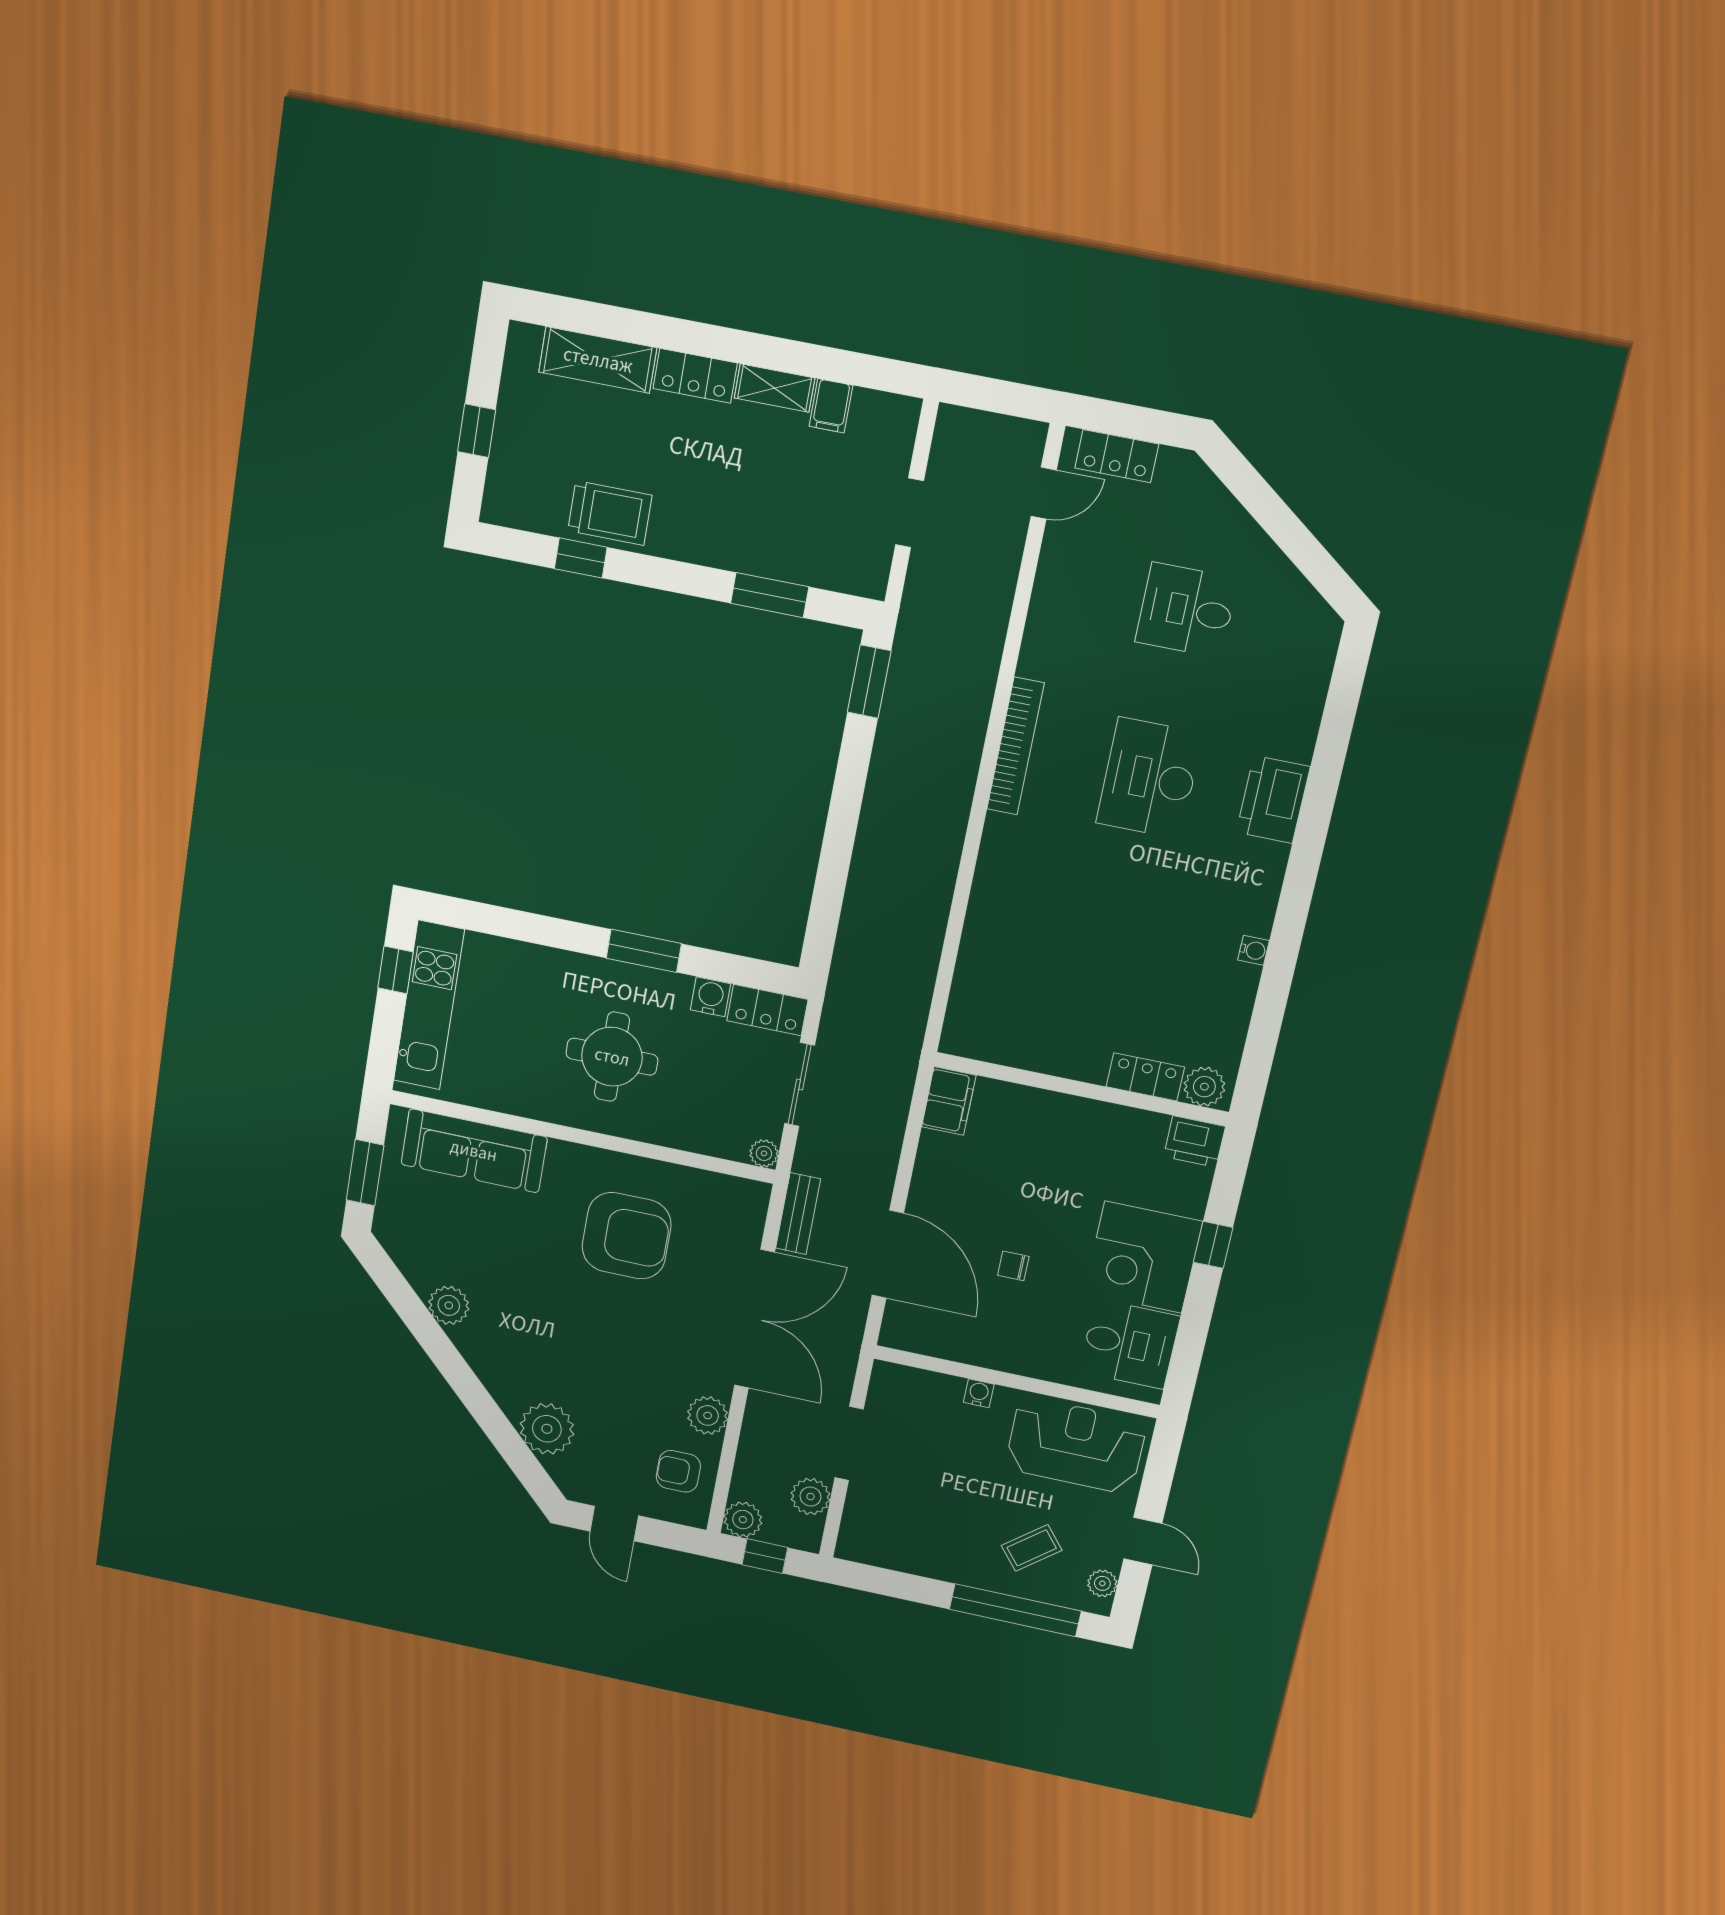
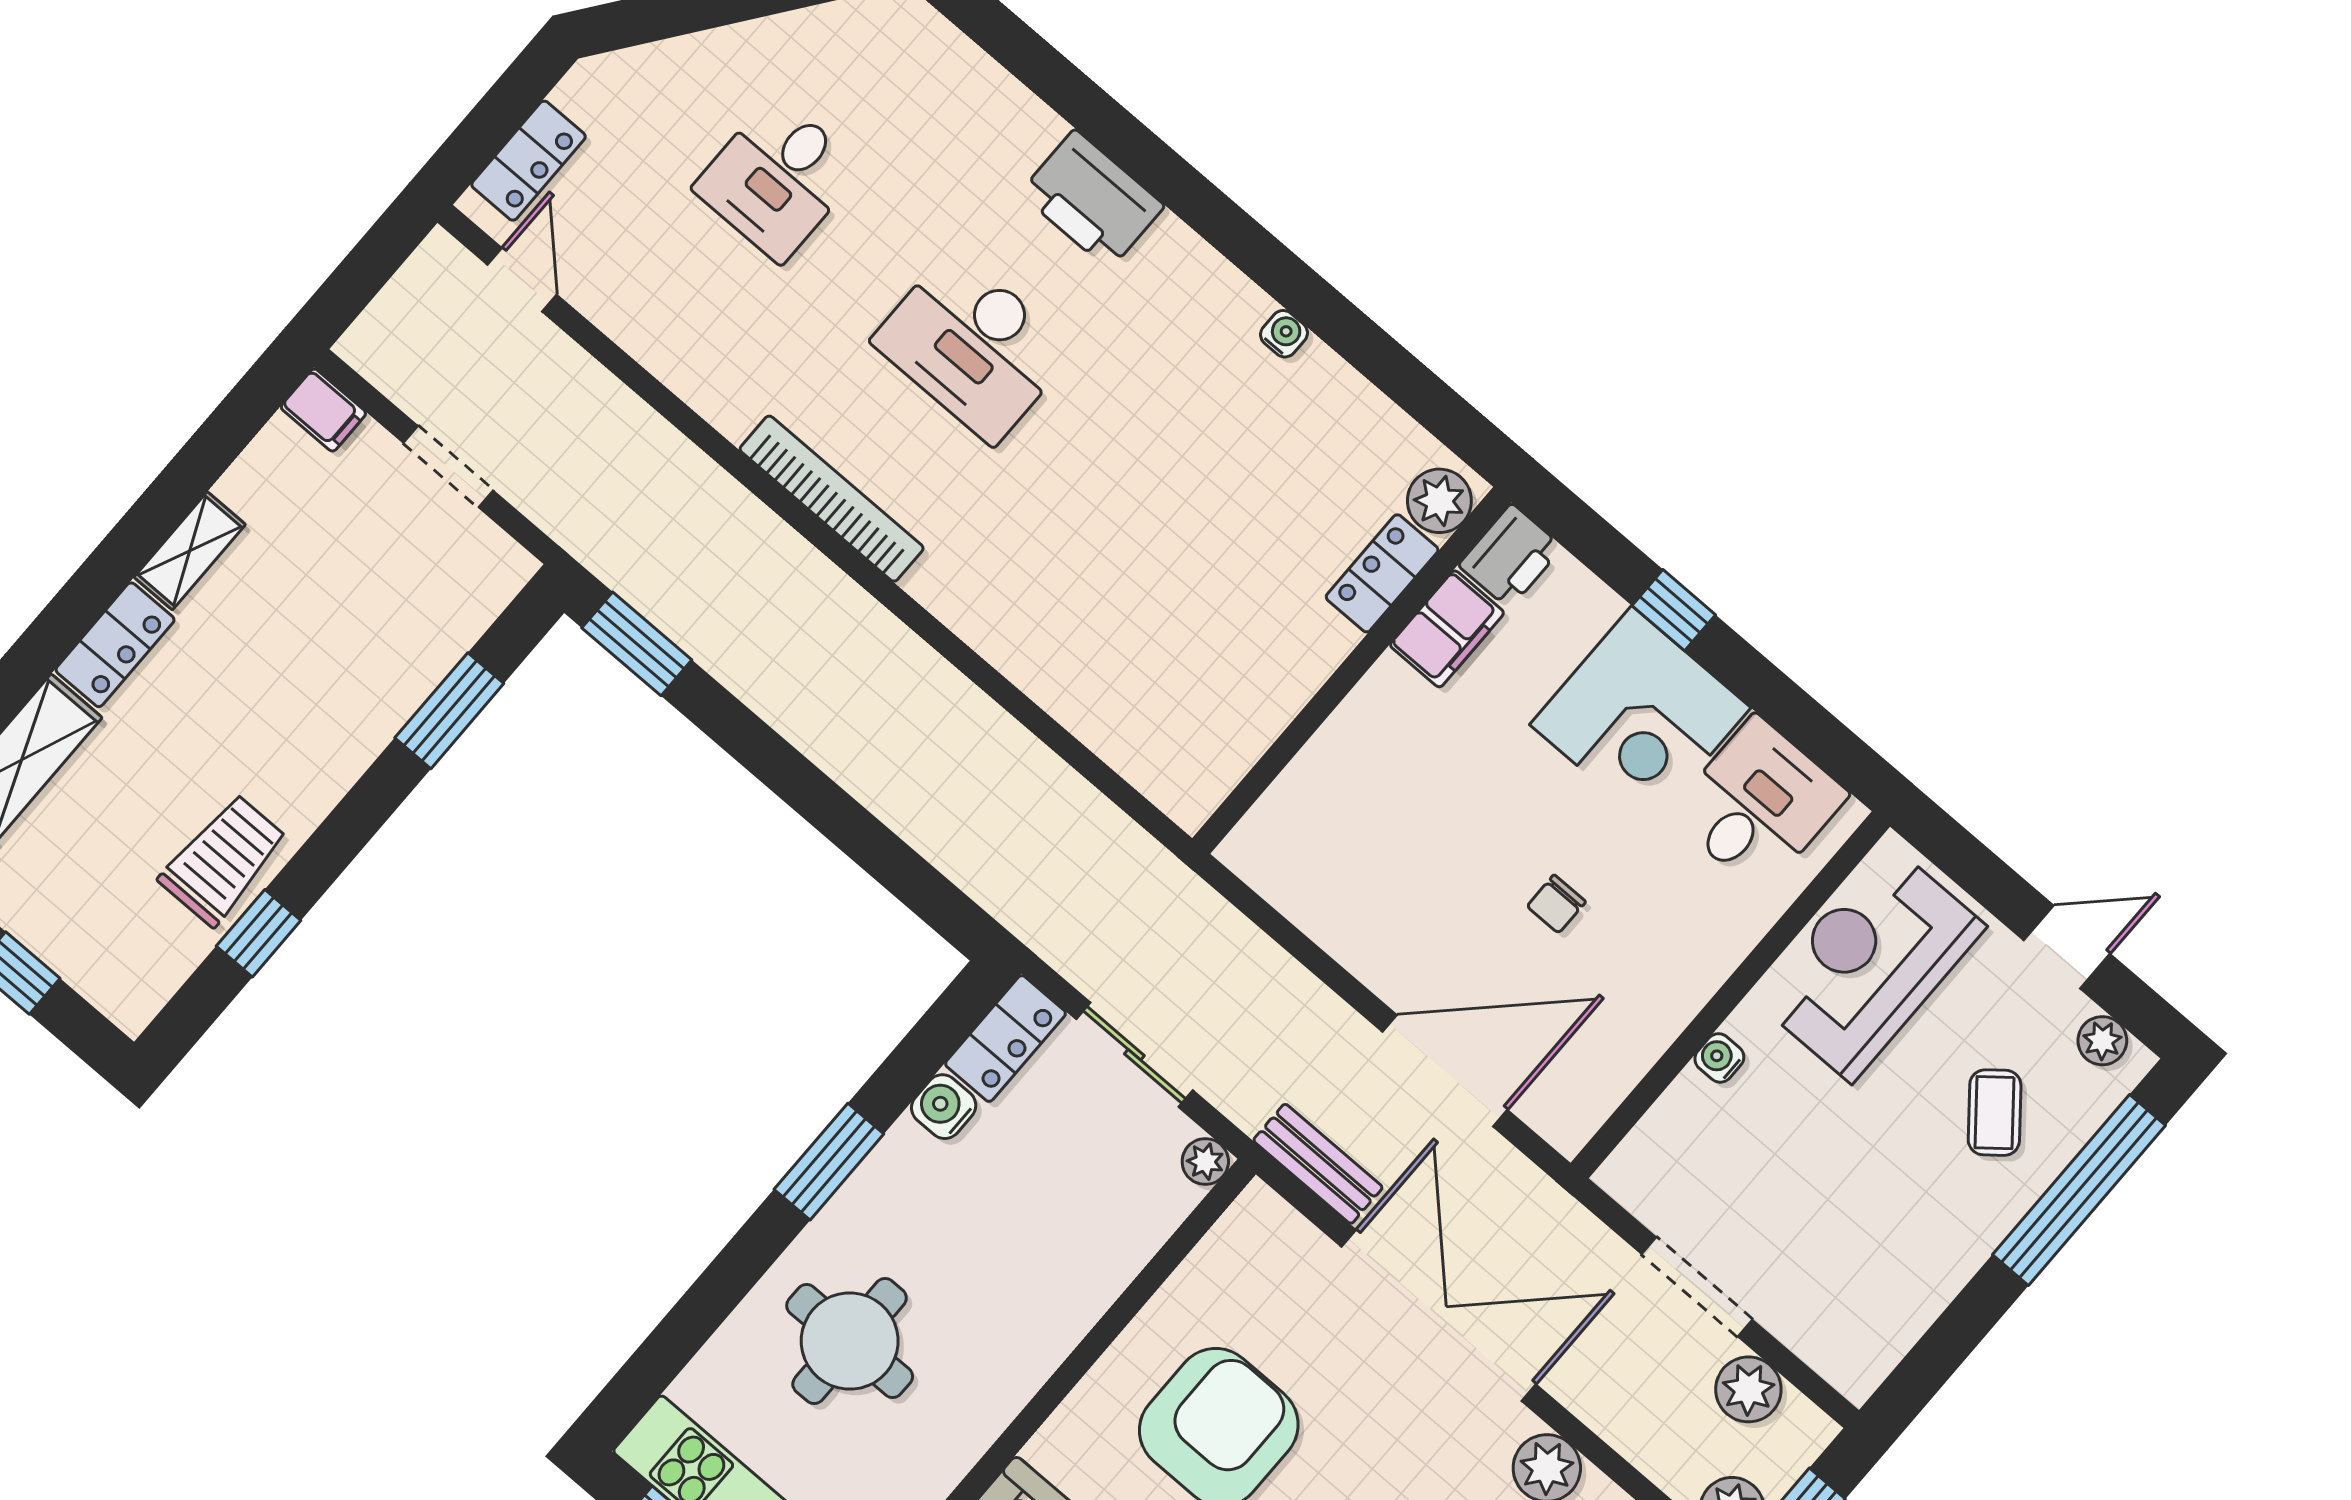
filing cabinet: (831, 406) -> (323, 410), moved
round table: (612, 1057) -> (850, 1341), moved
filing cabinet: (949, 1101) -> (1447, 629), moved, turned 90

